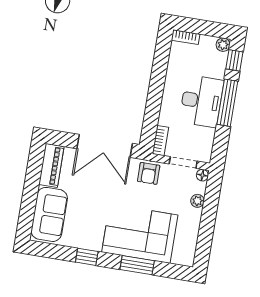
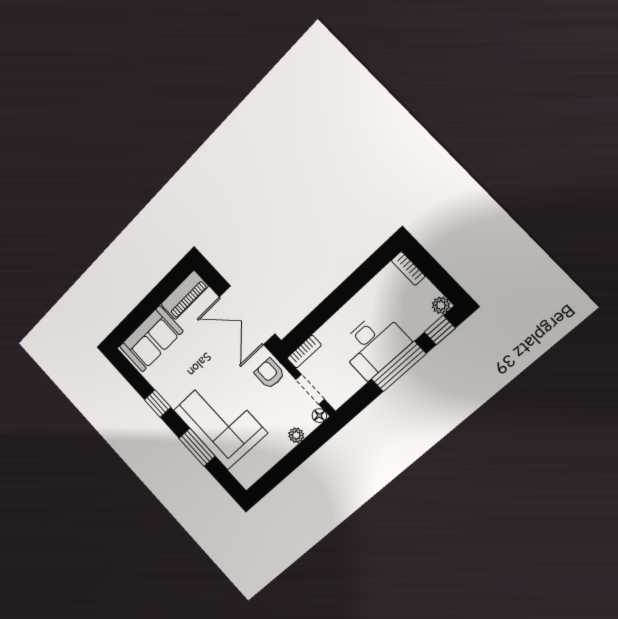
armchair: (149, 173) -> (269, 374), turned 90

